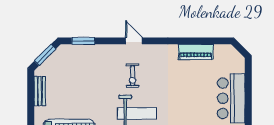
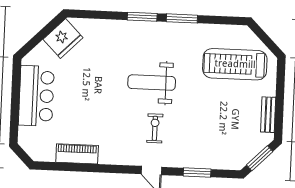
window: (83, 41) -> (197, 173), moved

